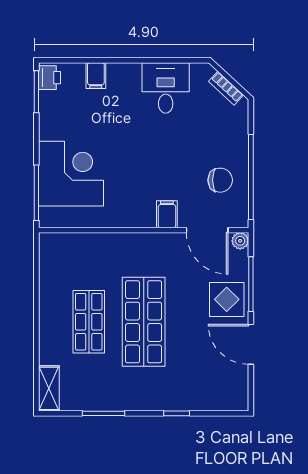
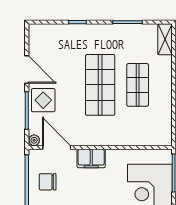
filing cabinet: (167, 214) -> (91, 158), width x2.00

